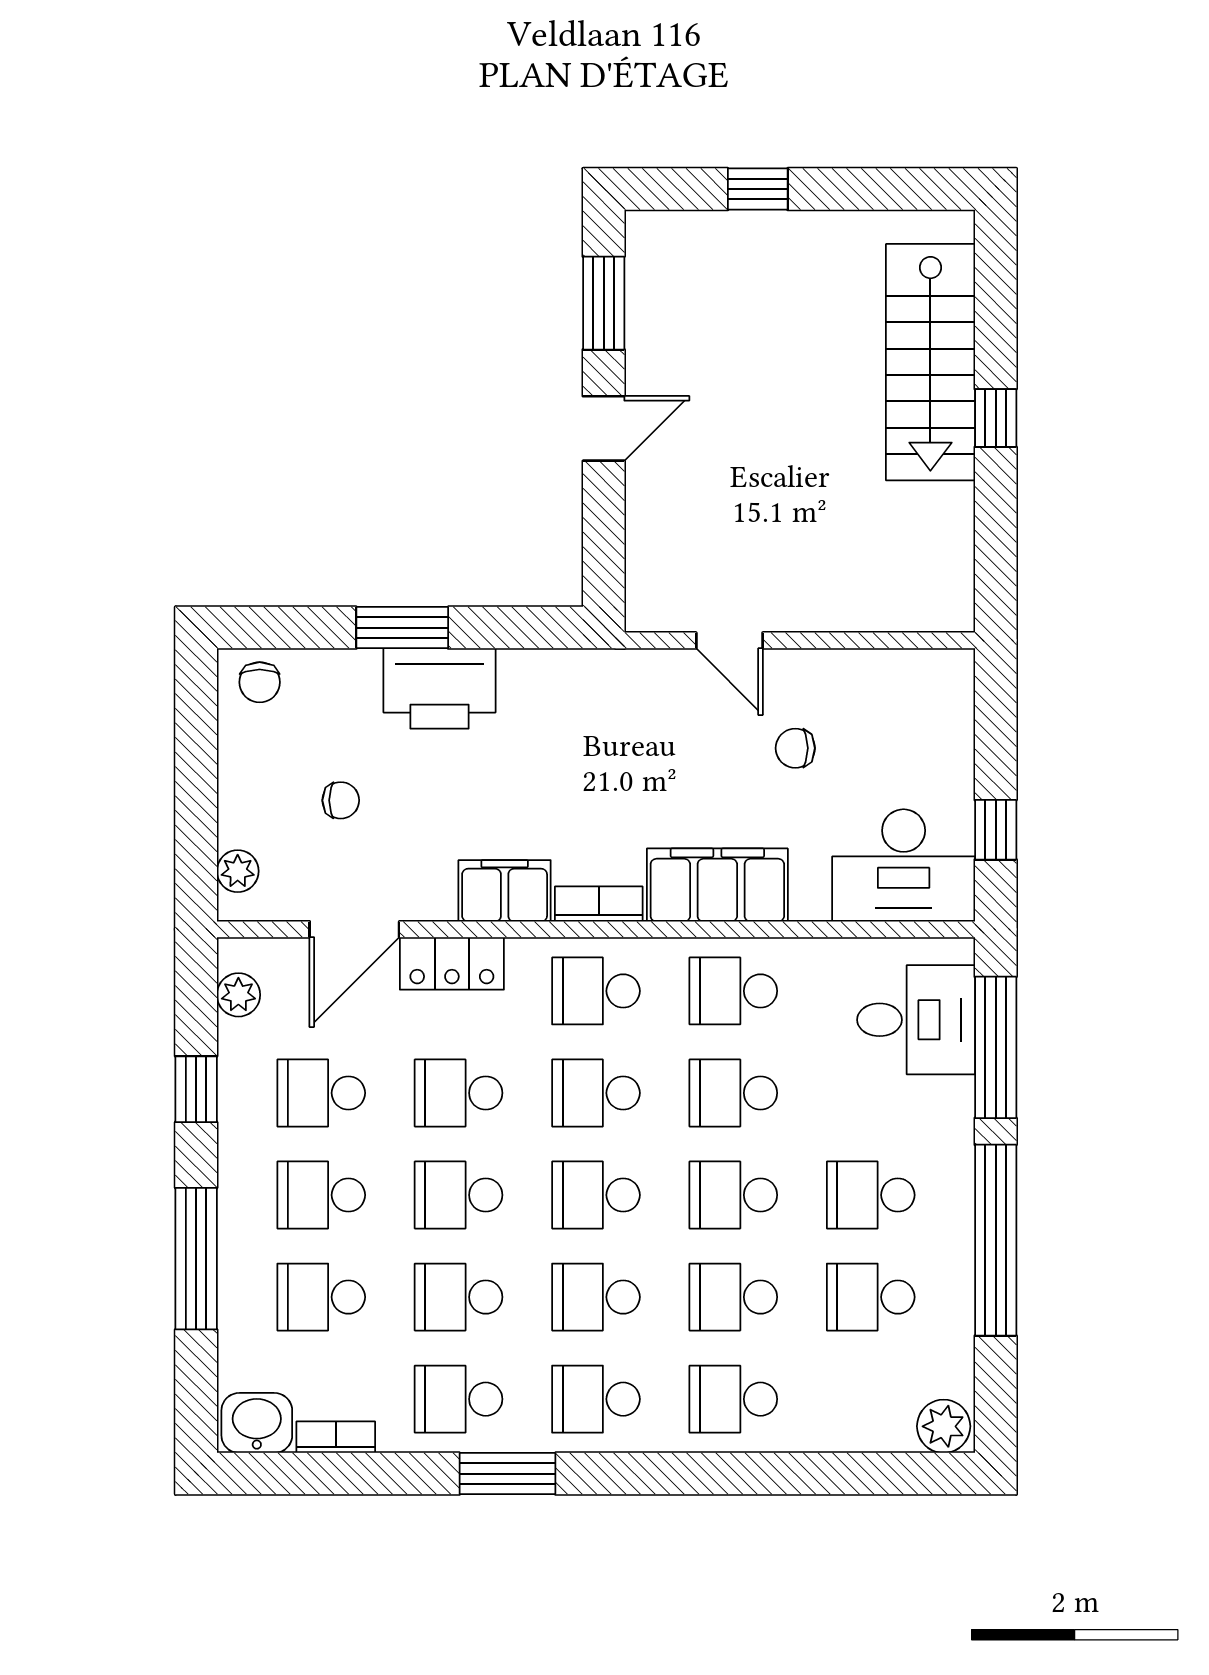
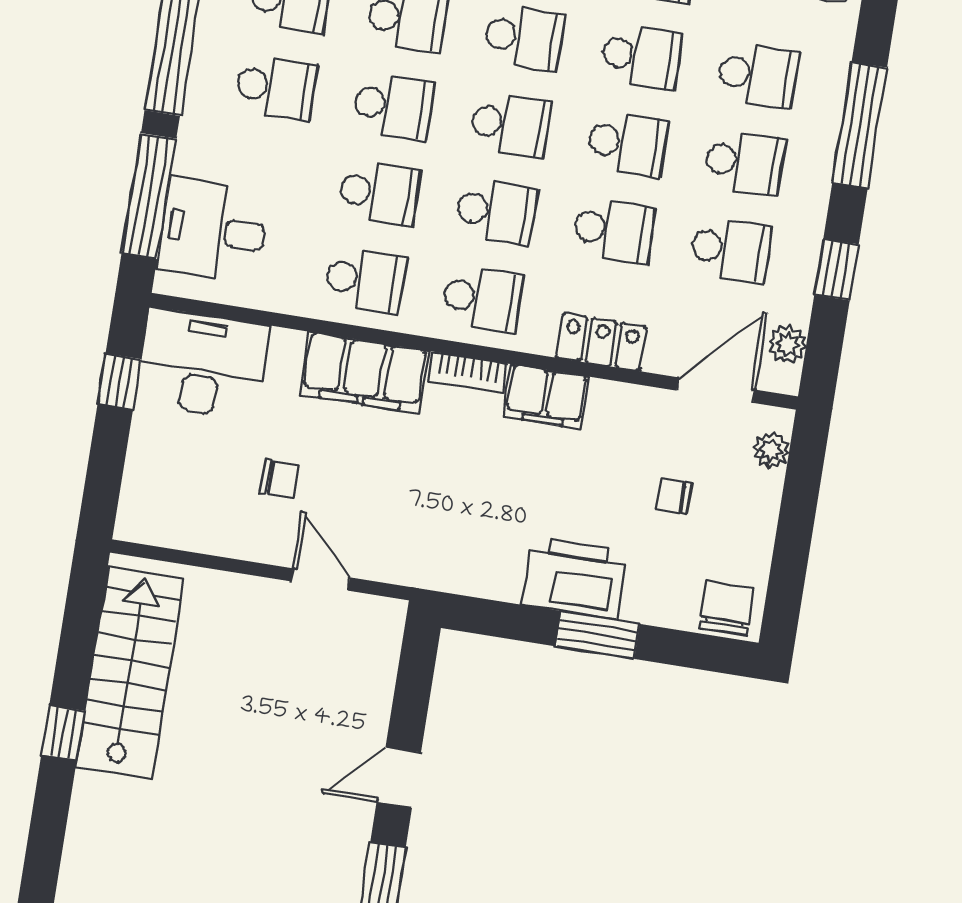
stairs: (930, 362) -> (130, 672), moved
chair: (260, 682) -> (727, 608), width x1.37, depth x1.37
door: (354, 929) -> (716, 390), moved

